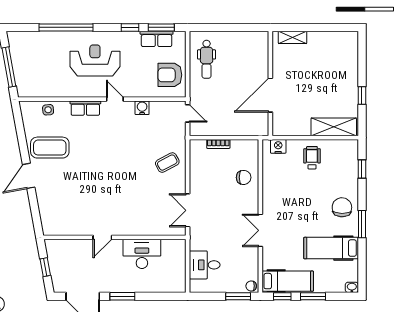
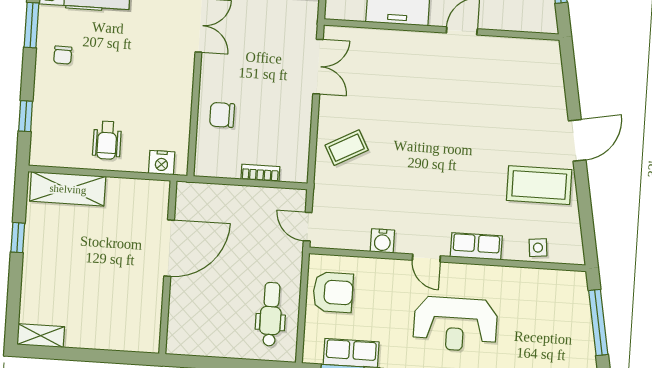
shelving: (293, 37) -> (41, 336), moved
chair: (342, 207) -> (63, 55), width x0.54, depth x0.54

